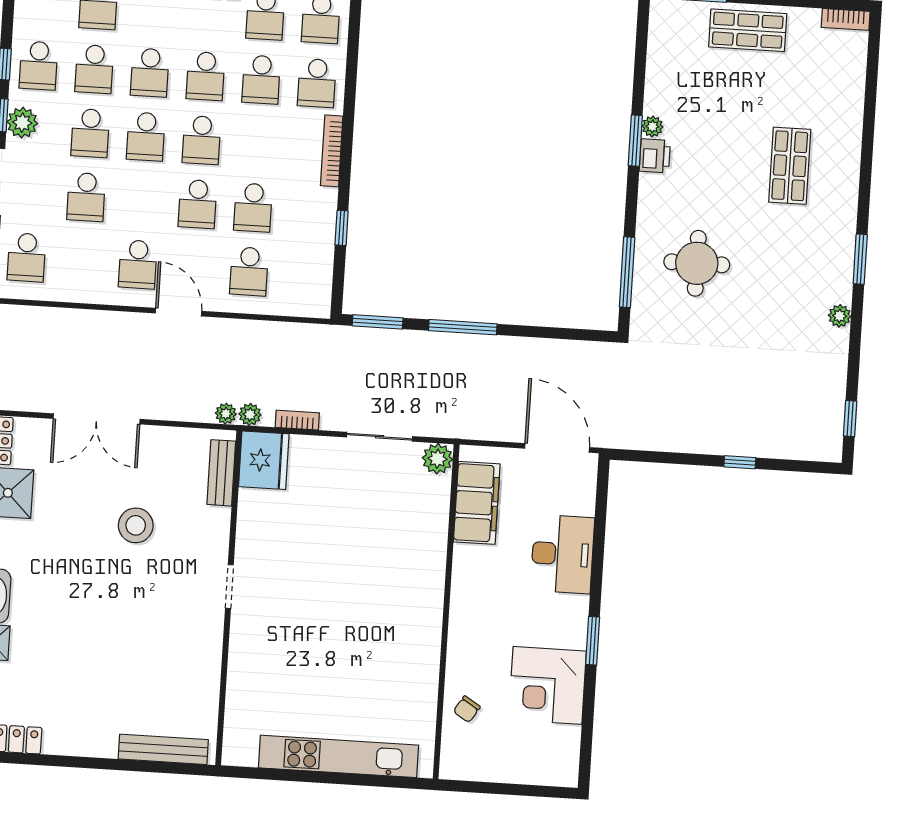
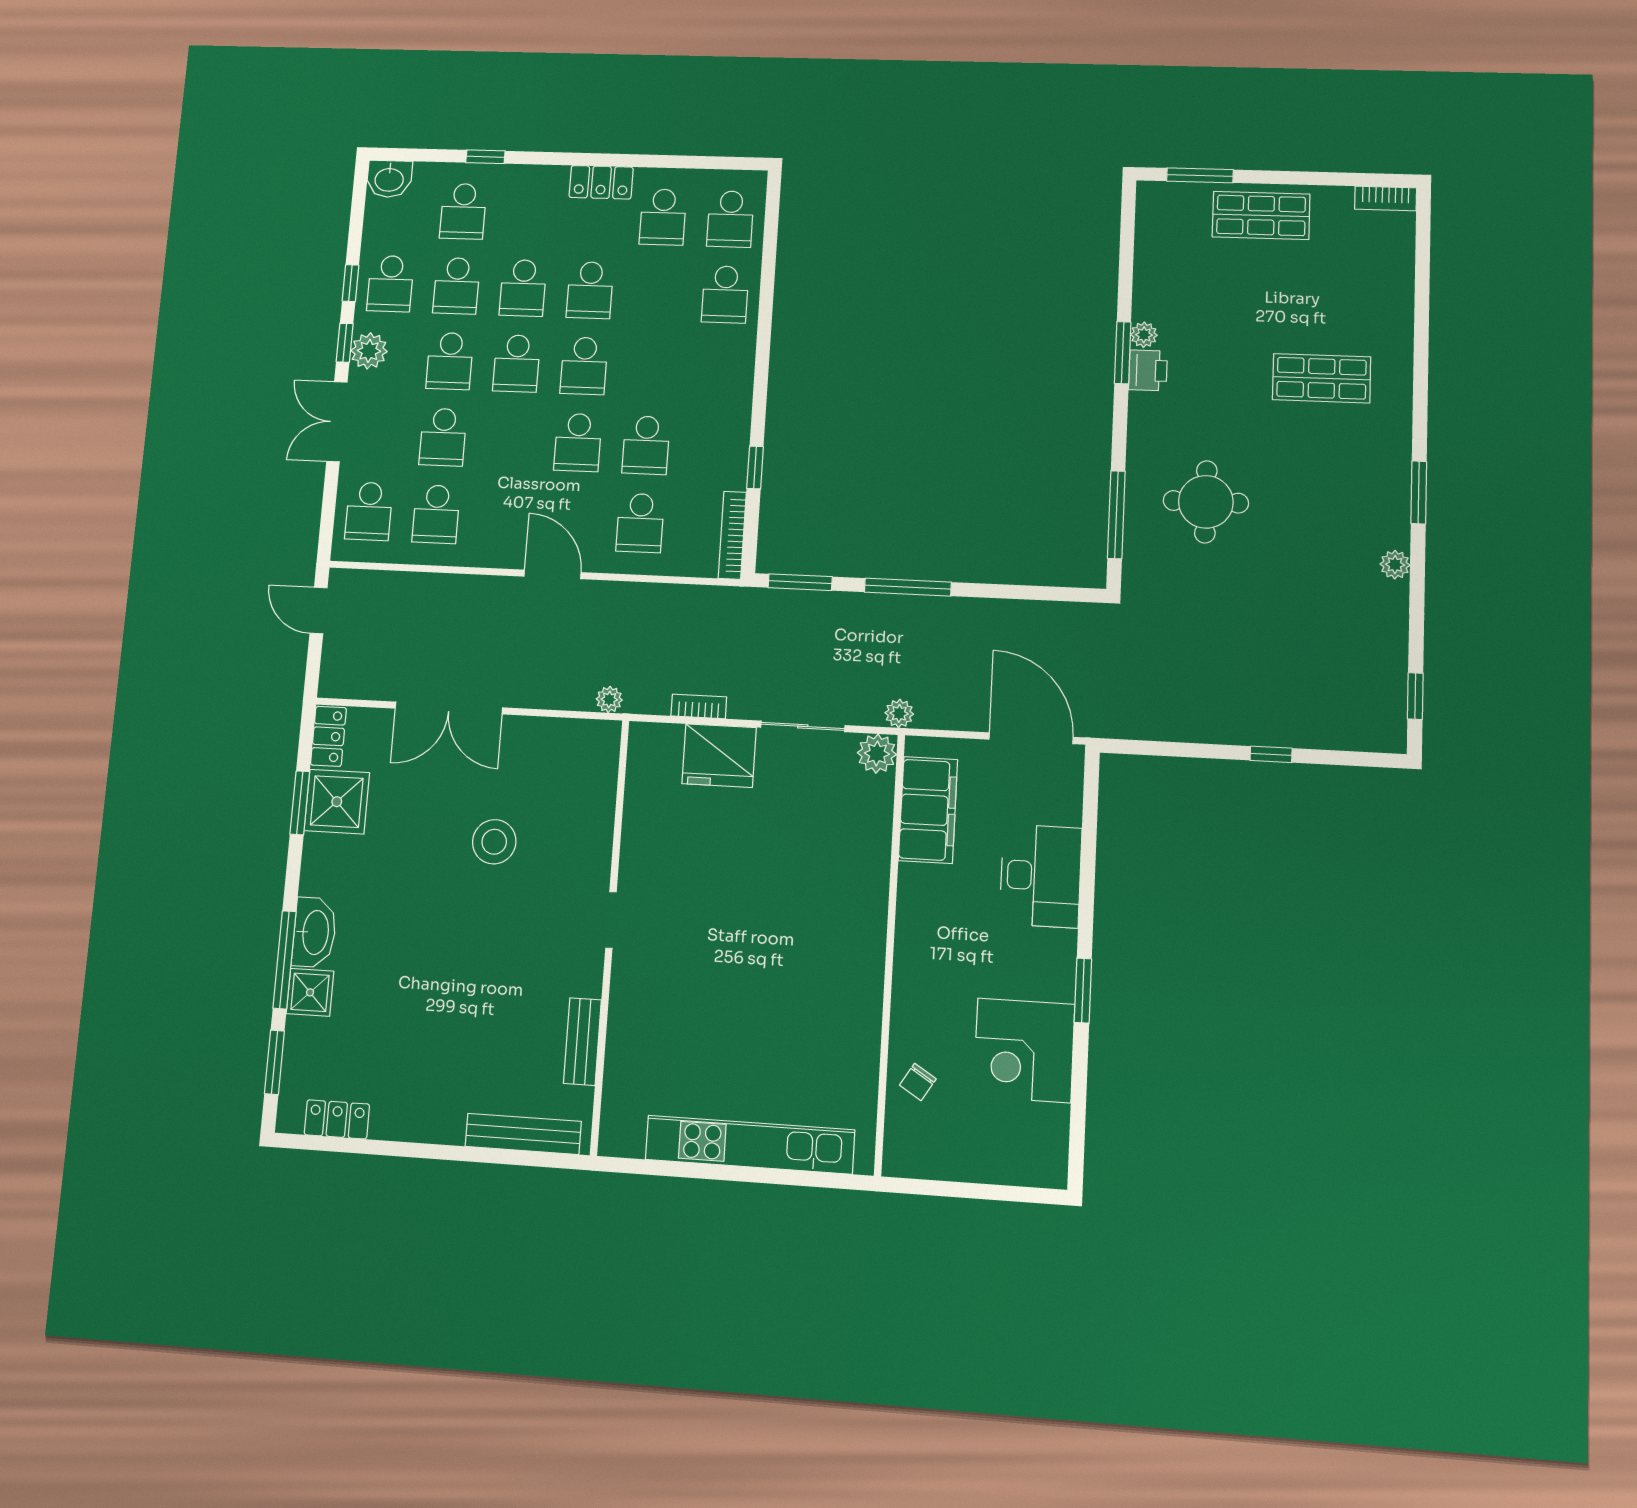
school desk: (261, 80) -> (657, 292), removed
bookcase: (332, 151) -> (732, 535), moved
shop shelf: (790, 166) -> (1322, 378), turned 90
school desk: (138, 264) -> (436, 514), moved
plant: (250, 414) -> (899, 713), moved
fridge: (264, 460) -> (719, 756), moved, turned 90
bench: (221, 473) -> (582, 1042), moved

